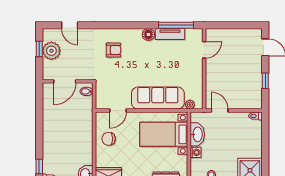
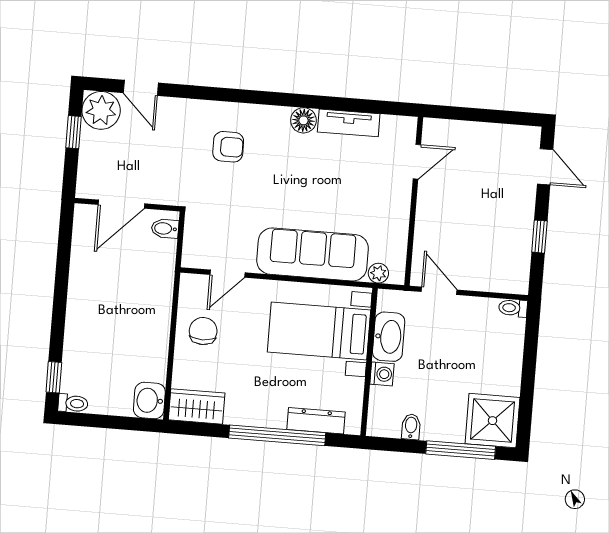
window: (176, 25) -> (363, 106), removed
plant: (51, 51) -> (101, 110), moved
chair: (109, 139) -> (203, 331), turned 90

